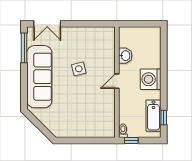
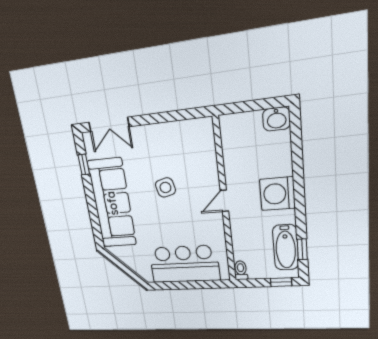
window: (24, 48) -> (84, 164), width x0.46
washbasin: (125, 56) -> (277, 119), moved, turned 90
bar counter: (84, 124) -> (184, 264), added
window: (131, 141) -> (281, 282), moved

